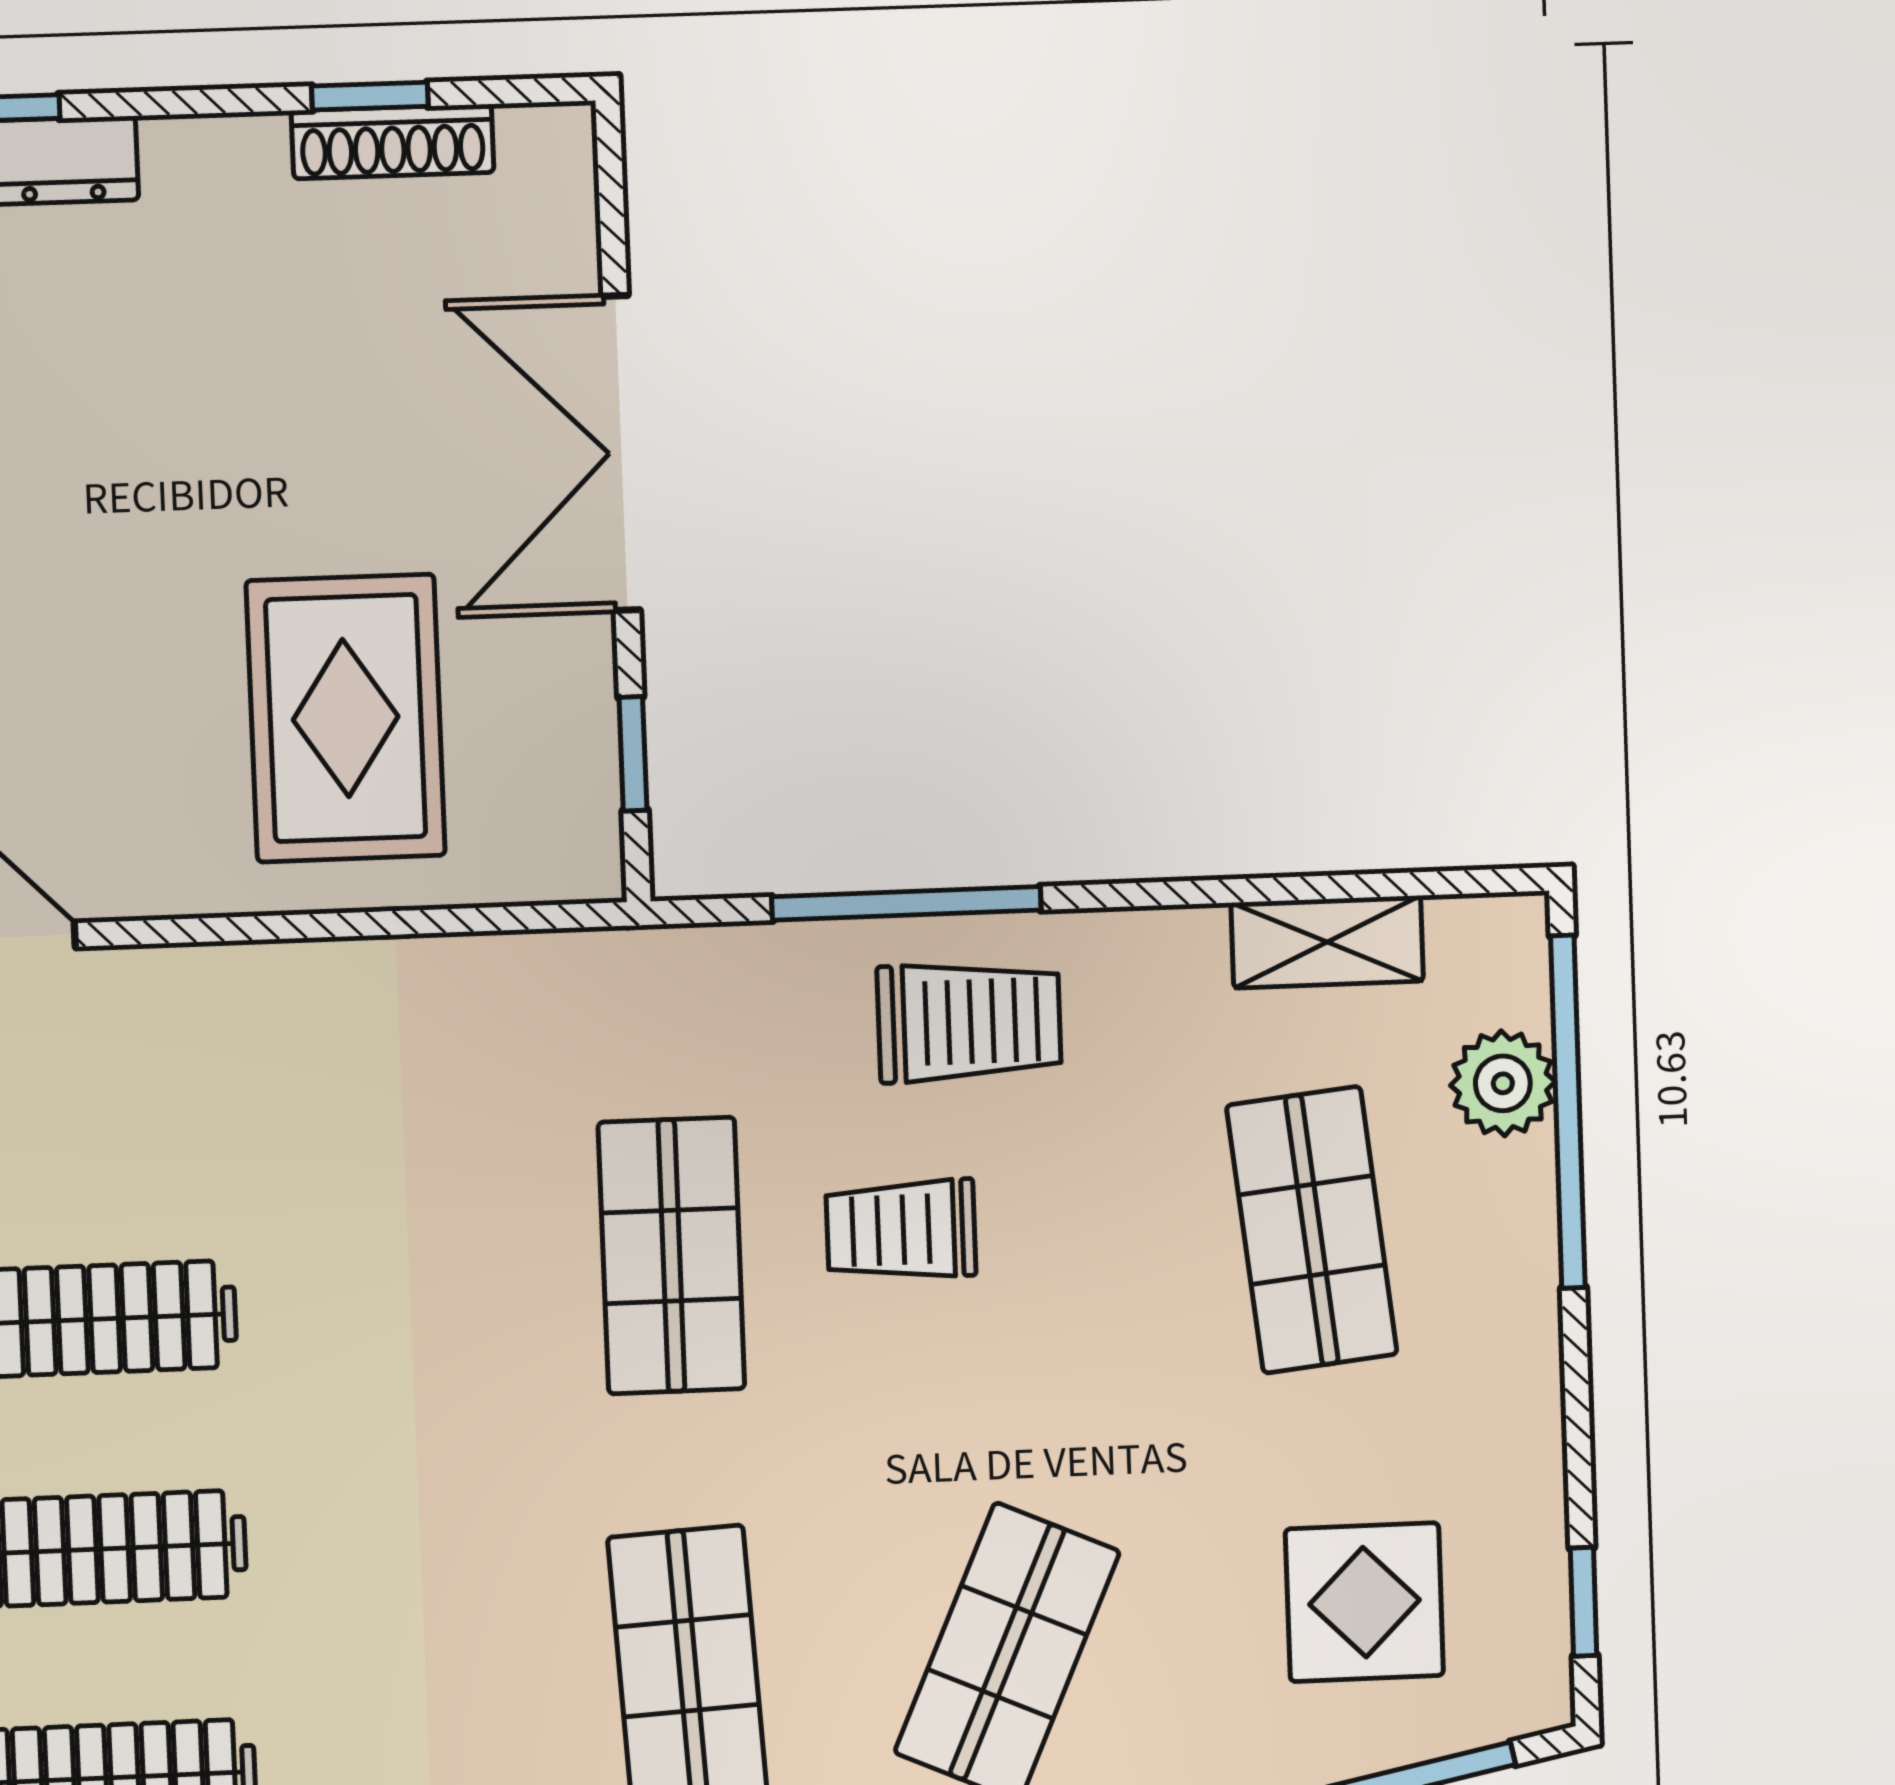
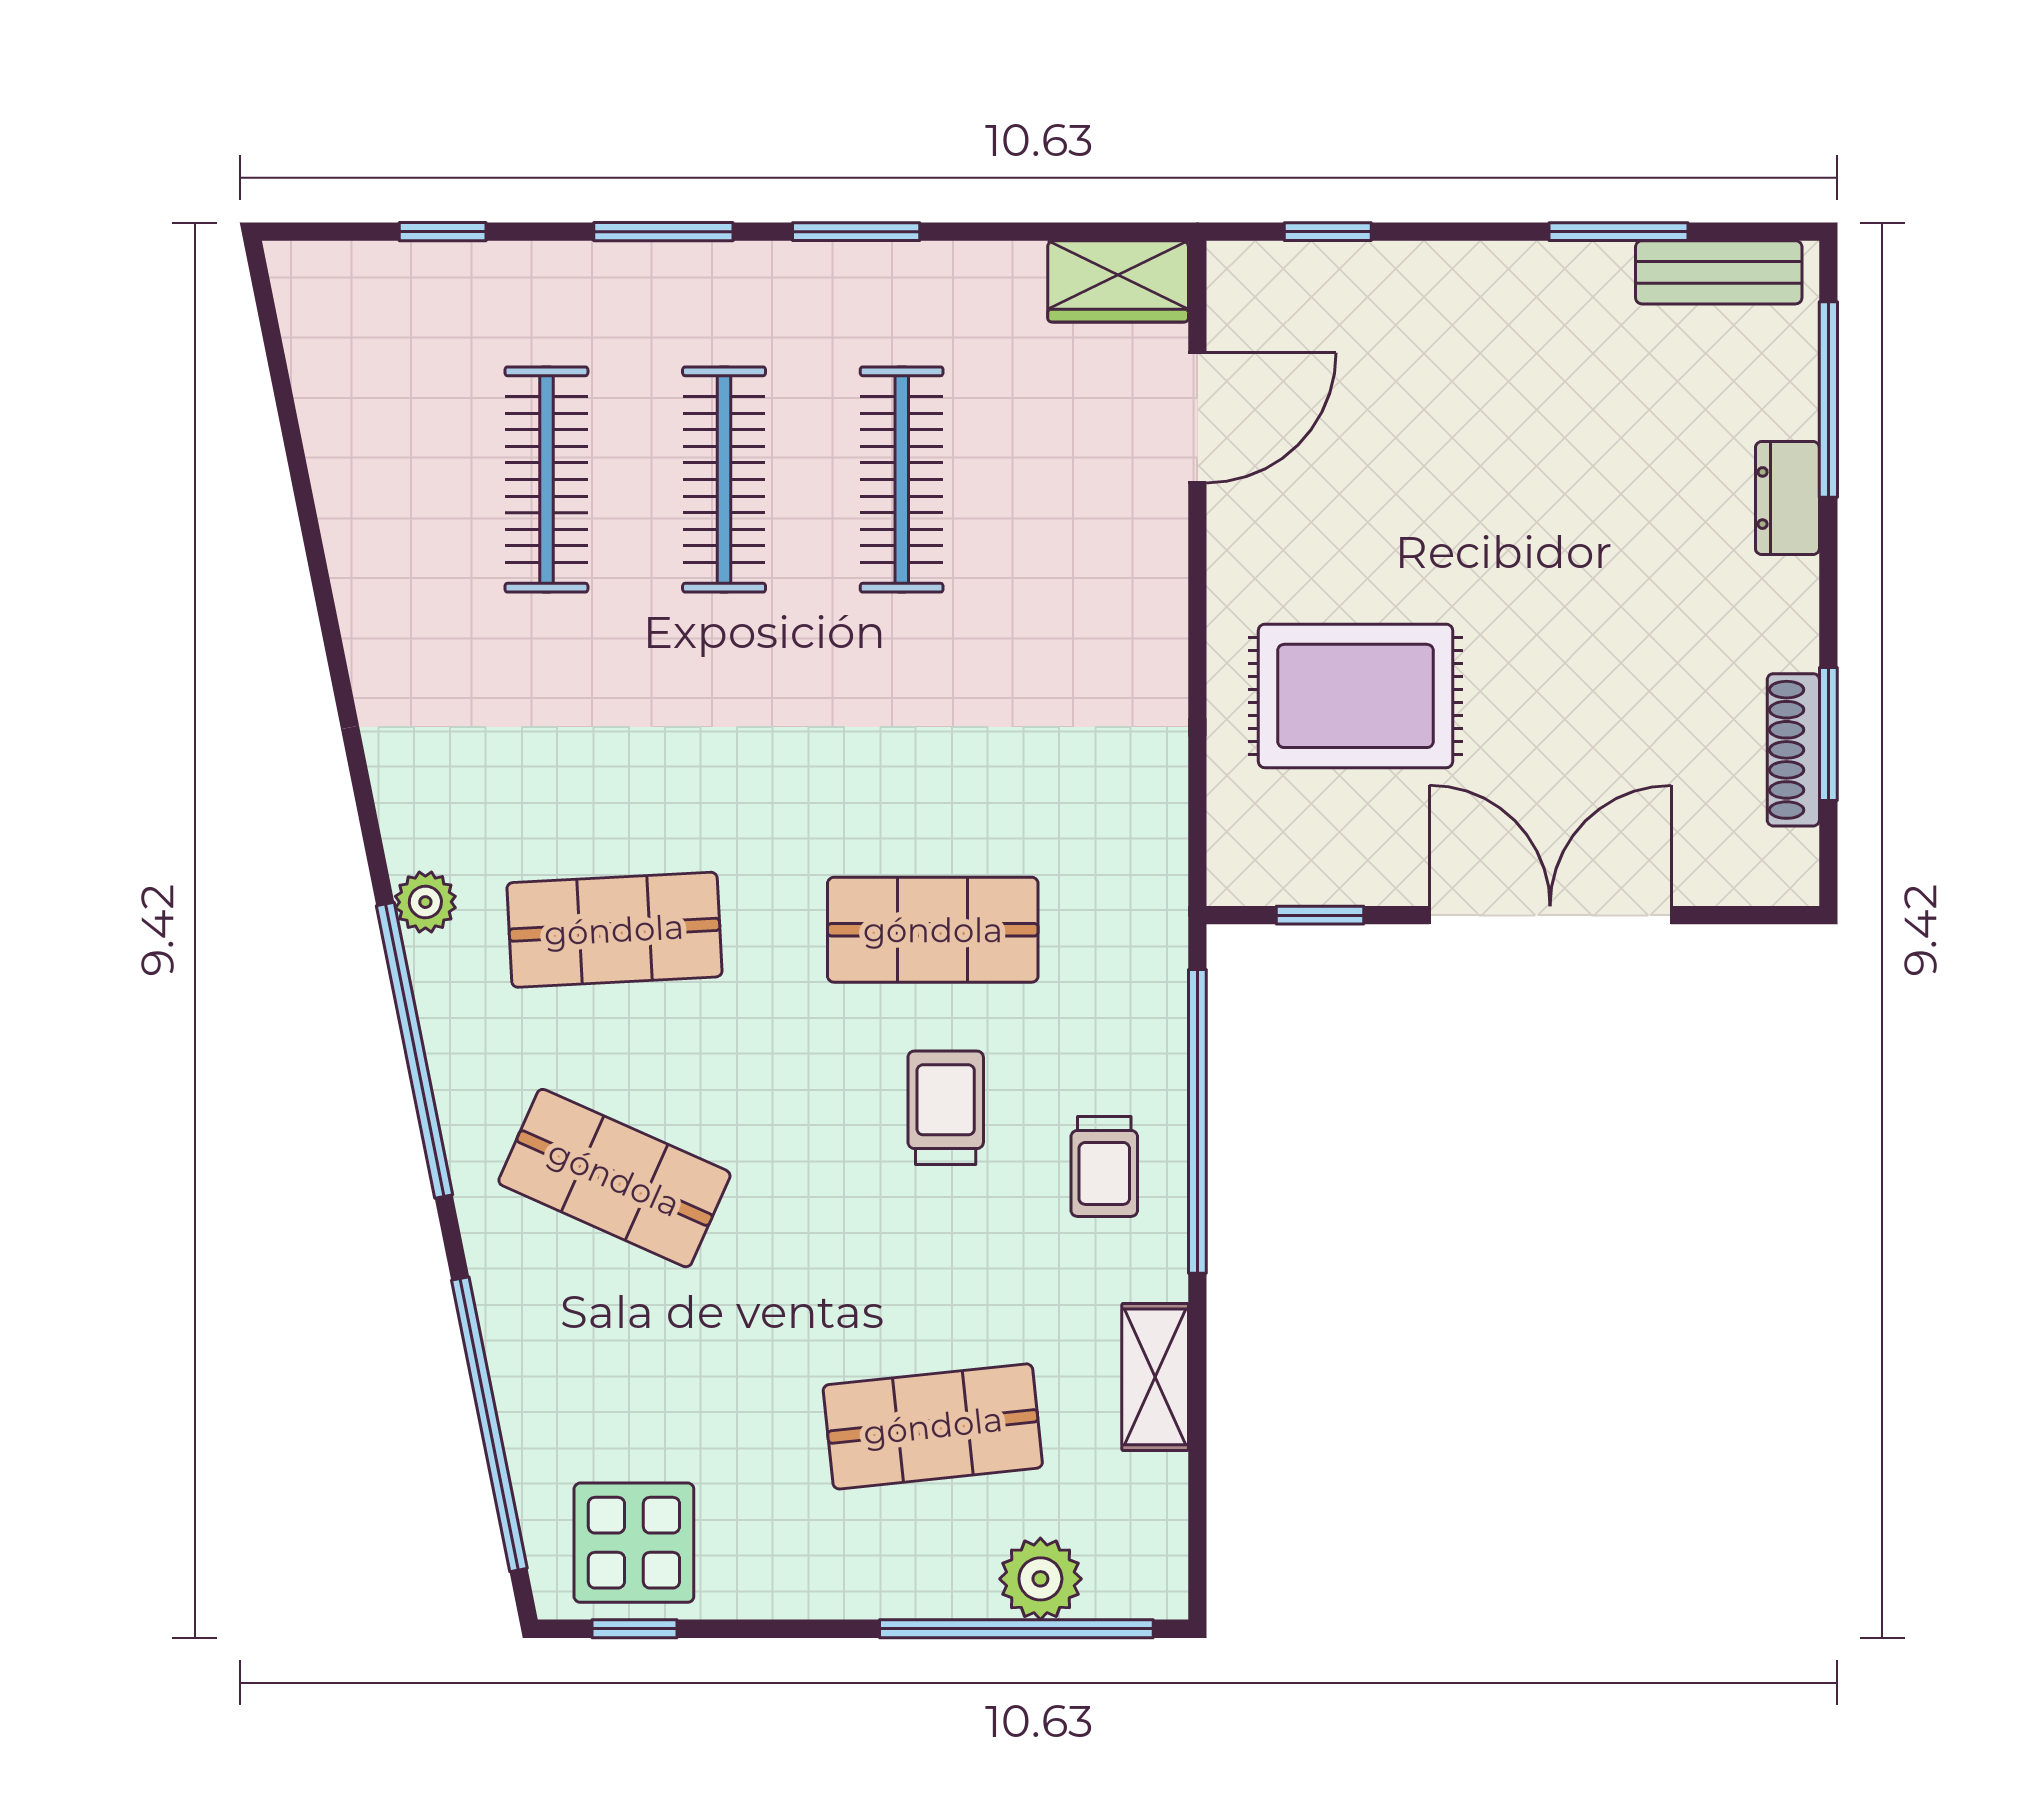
window: (370, 96) -> (1828, 734), width x1.50
window: (906, 903) -> (1197, 1121), width x1.46
shelving: (1327, 942) -> (1155, 1377), moved
trolley: (969, 1022) -> (1104, 1166), width x0.73, depth x0.72
display table: (1364, 1602) -> (634, 1543), moved

